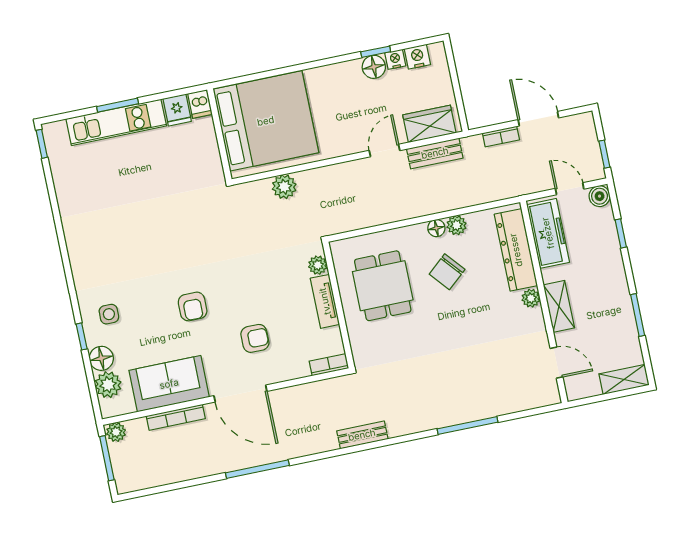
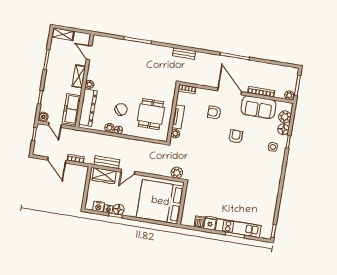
bed: (266, 121) -> (160, 202), moved
wall: (219, 134) -> (182, 203), moved

